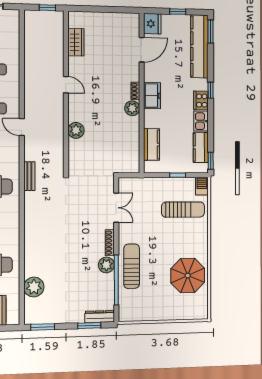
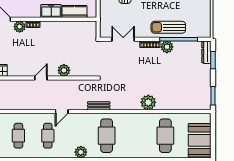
door: (66, 85) -> (41, 78), moved
freezer: (152, 96) -> (51, 11), moved
plant: (132, 108) -> (20, 27), moved
plant: (34, 287) -> (148, 102), moved

